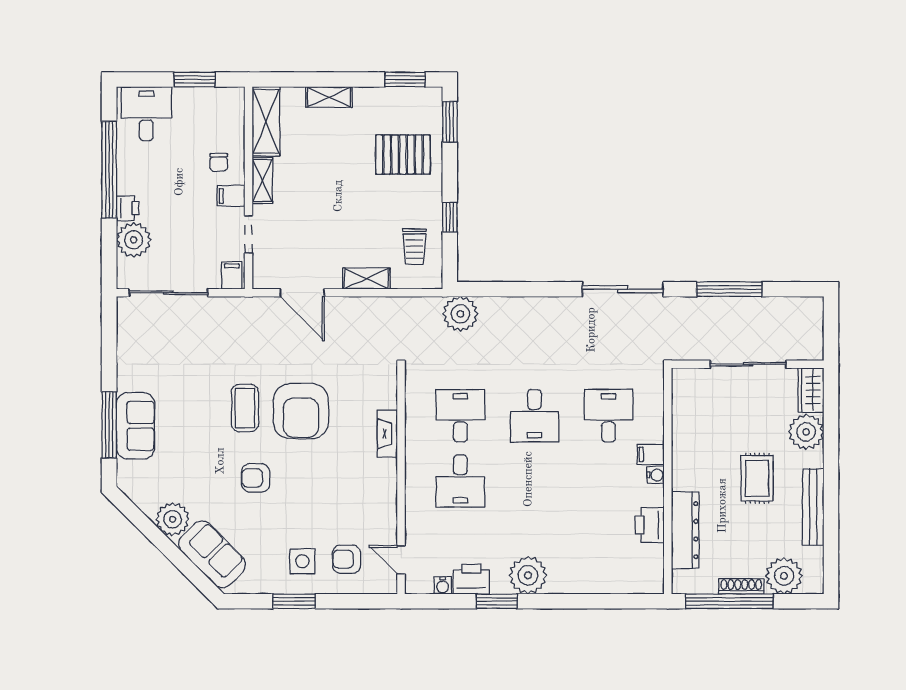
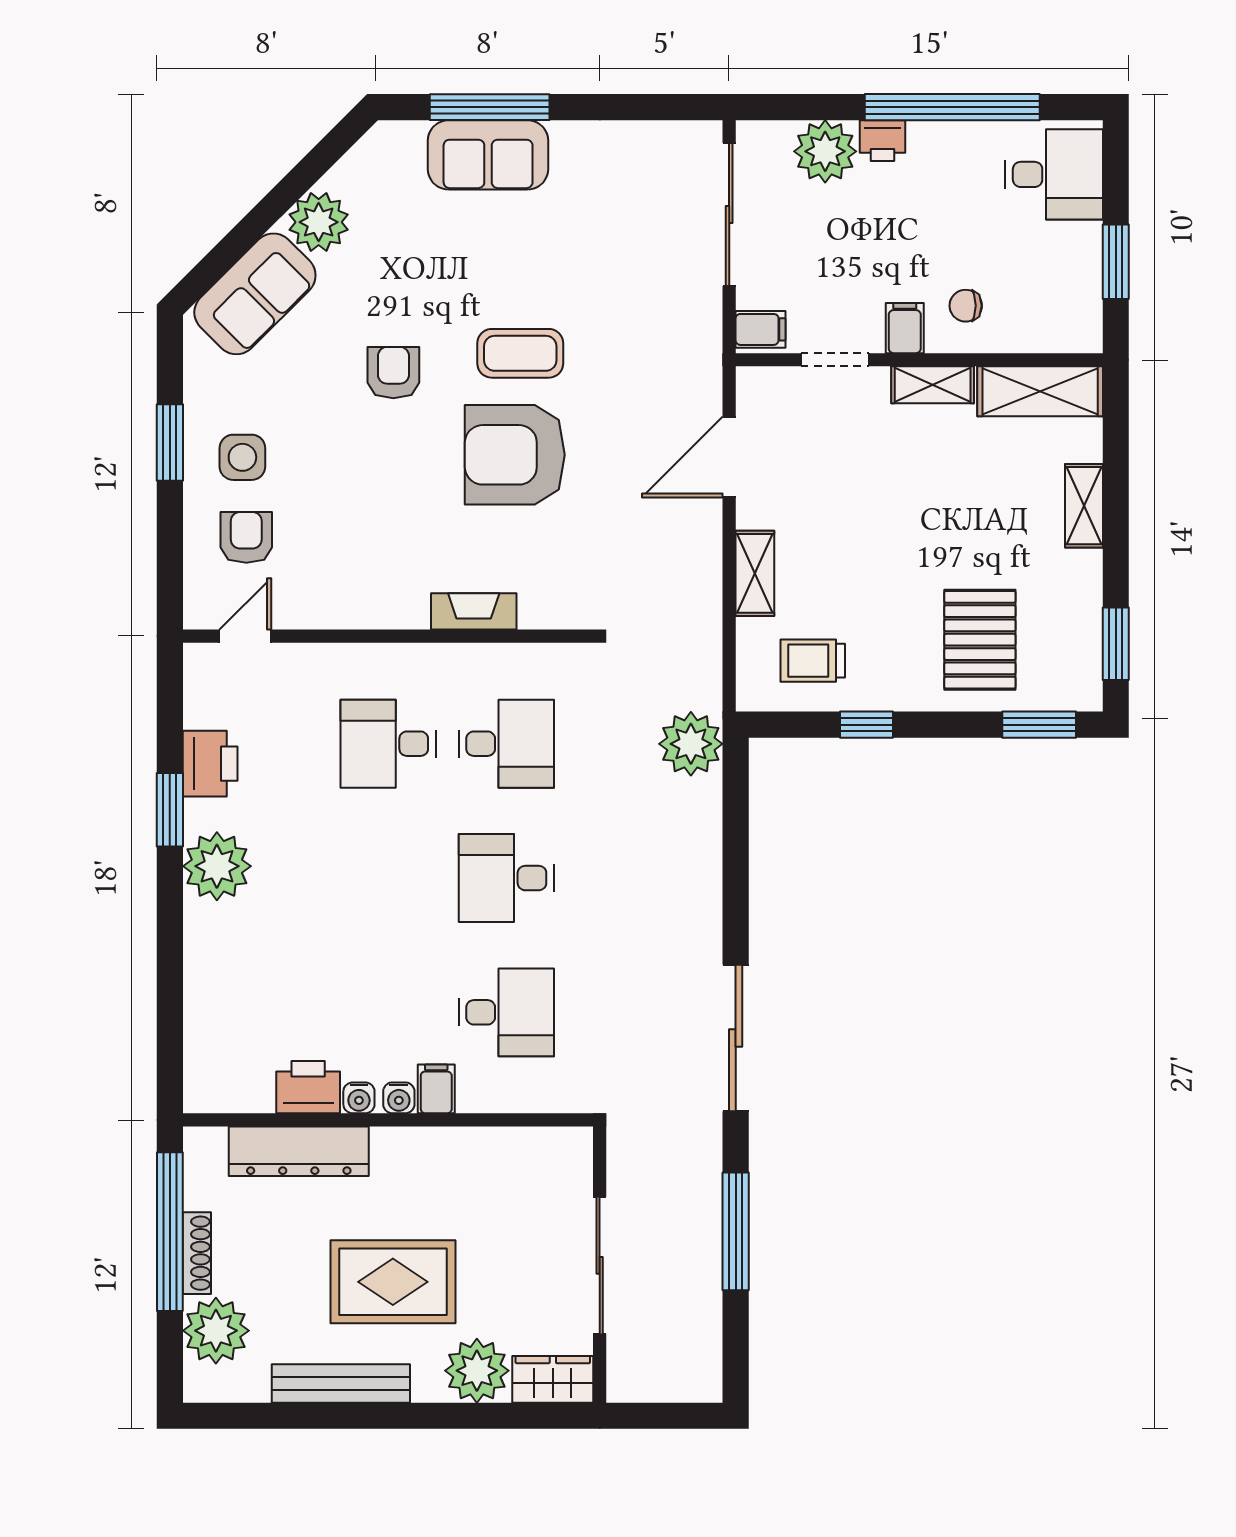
rug: (757, 478) -> (393, 1282), width x1.36, depth x1.43
water cooler: (443, 586) -> (359, 1098), moved, turned -90

